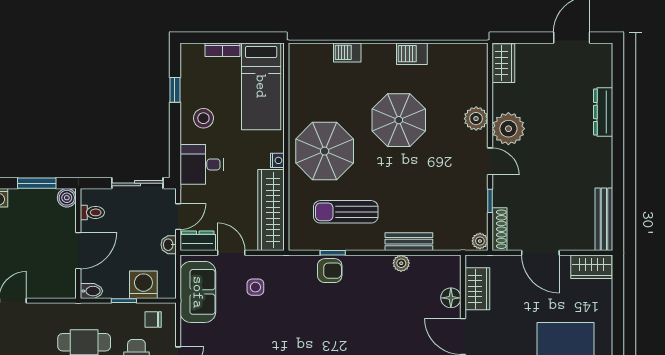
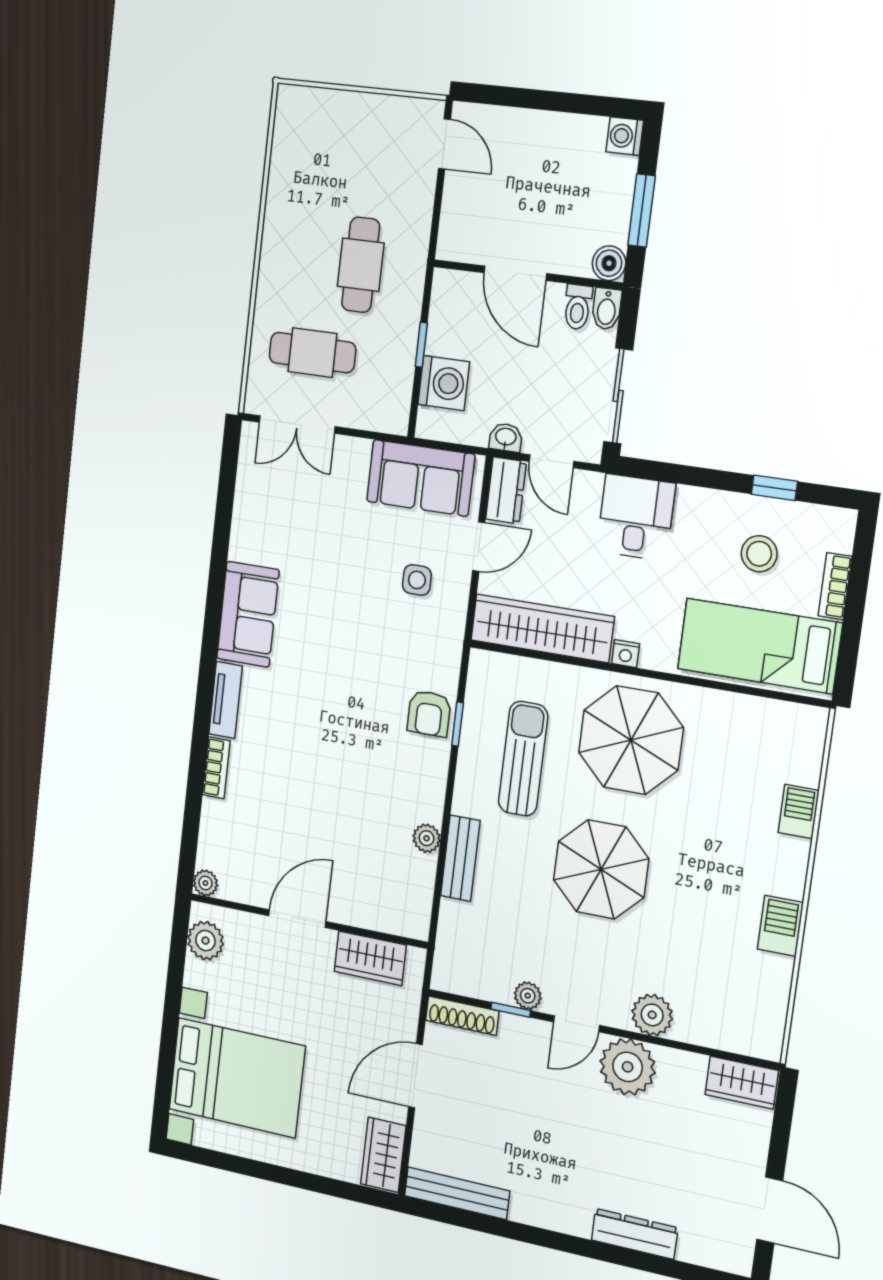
stool: (203, 118) -> (759, 554), moved
parasol: (399, 120) -> (601, 869), moved
plant: (480, 241) -> (528, 996), moved
bidet: (91, 291) -> (607, 309), moved
floor lamp: (451, 298) -> (361, 911), removed
chair: (153, 319) -> (384, 392), removed

